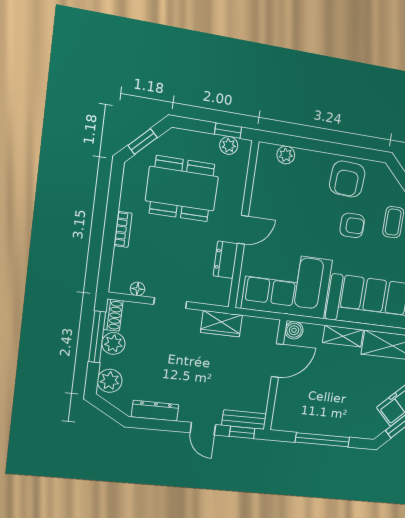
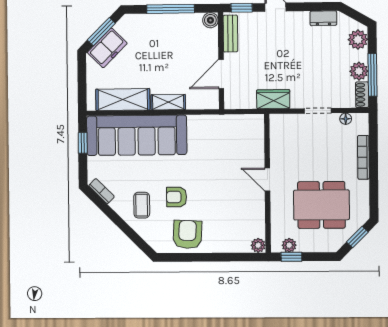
plant: (286, 155) -> (258, 245), moved
bookcase: (123, 229) -> (363, 157), width x1.56
door: (243, 230) -> (267, 180), hinge flipped
dresser: (225, 260) -> (278, 153), removed
corner sofa: (287, 284) -> (224, 140), removed
boiler: (294, 330) -> (210, 20), moved
dresser: (155, 411) -> (323, 18), width x0.70
bench: (244, 420) -> (230, 34), moved, turned 90

